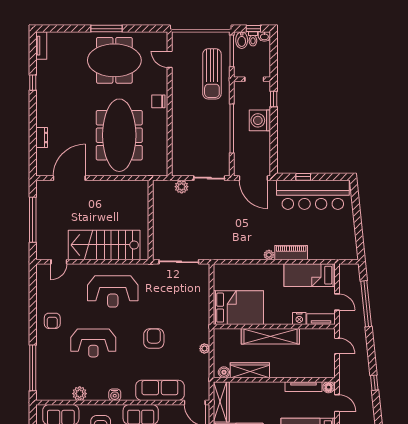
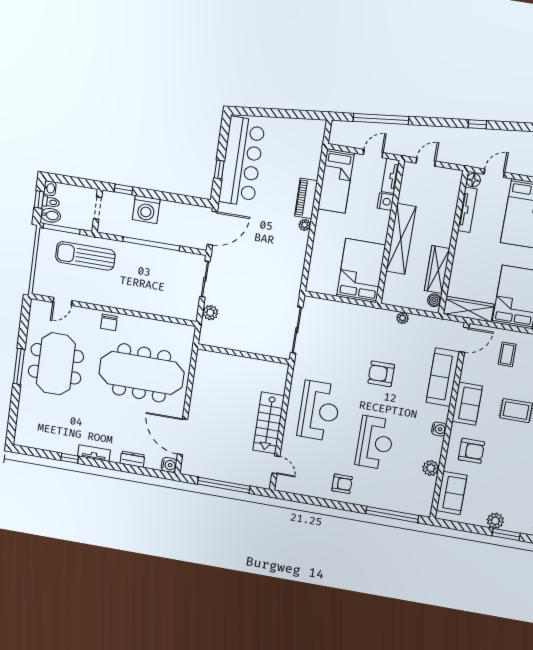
tv unit: (41, 46) -> (94, 453), moved
sun lounger: (212, 74) -> (85, 256), turned 180
water cooler: (42, 170) -> (169, 465), added
stairs: (104, 245) -> (268, 423), width x0.73, depth x0.66

